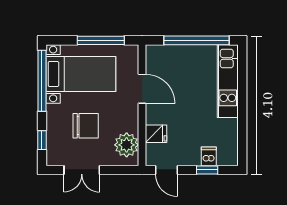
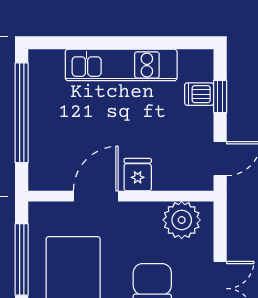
kitchen unit: (228, 81) -> (121, 65), moved
fridge: (156, 134) -> (138, 175), moved

